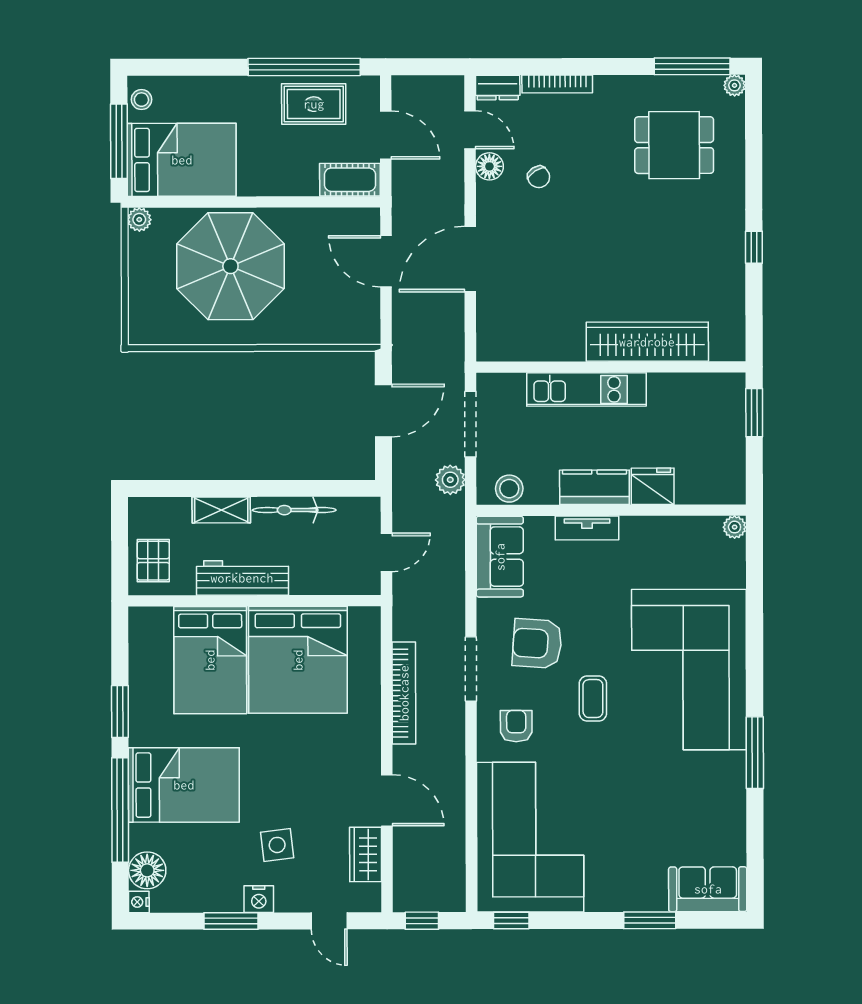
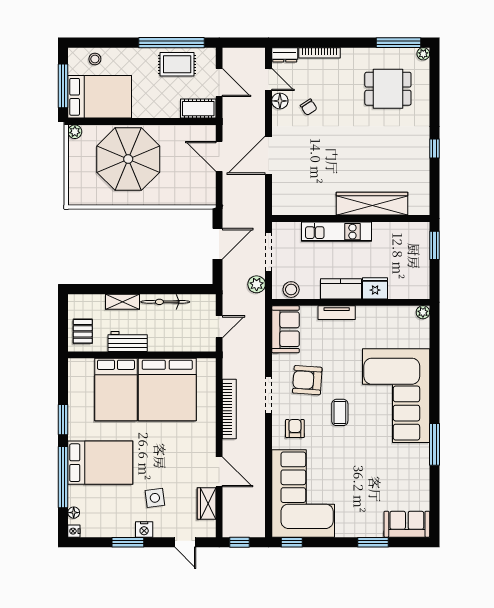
stool: (141, 100) -> (95, 59), moved
workbench: (242, 578) -> (128, 342), width x0.73
floor lamp: (147, 870) -> (74, 513), width x0.53, depth x0.53

